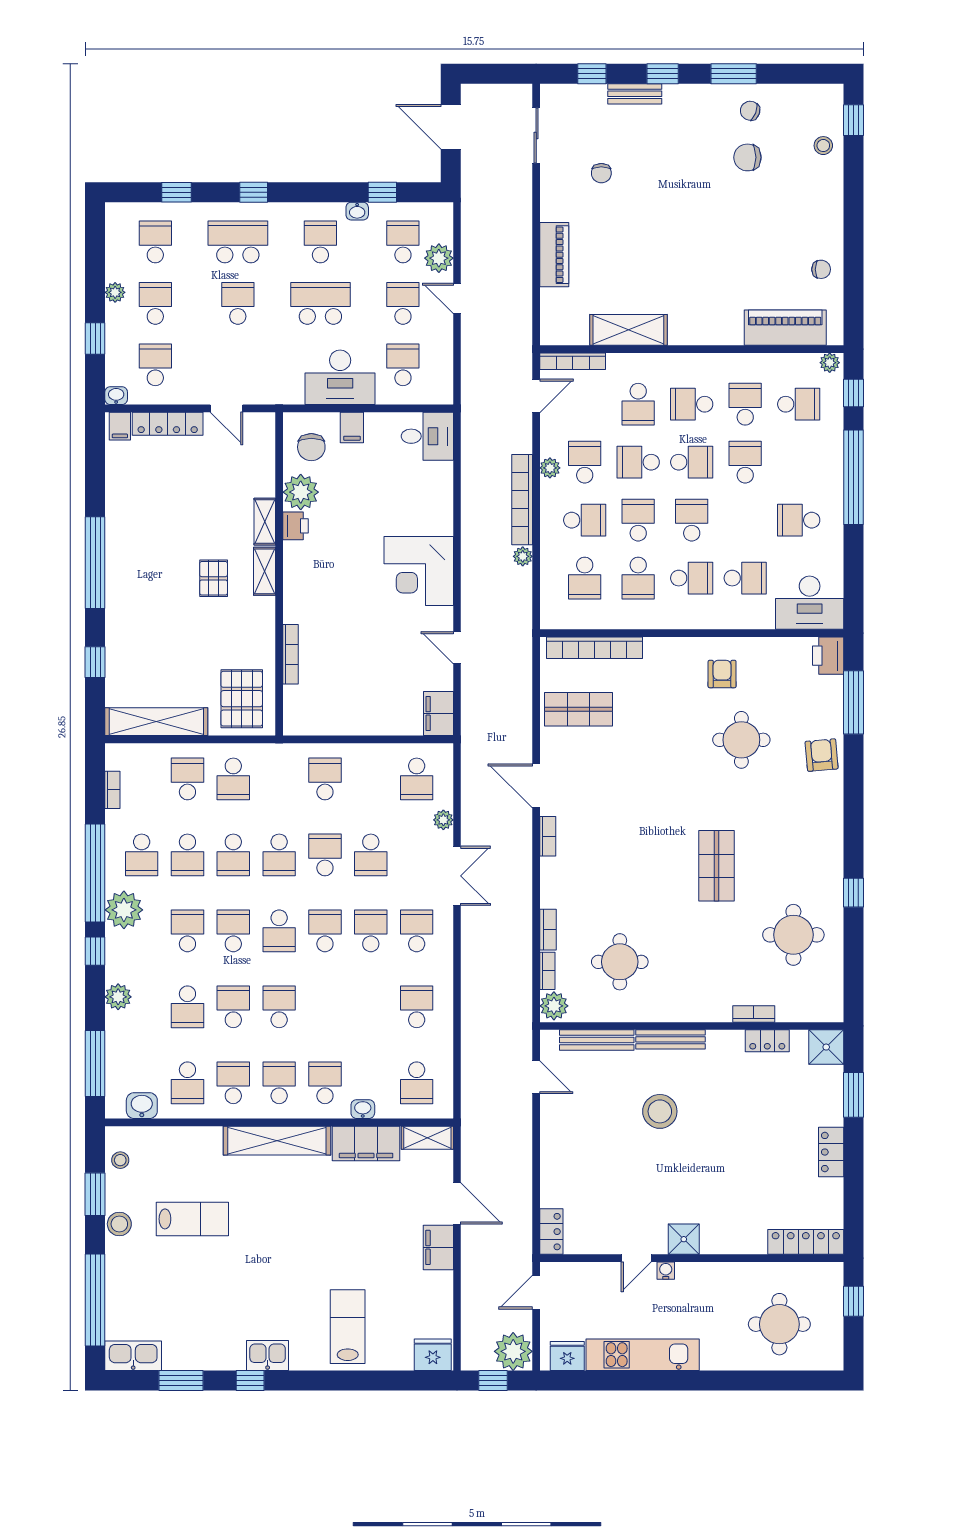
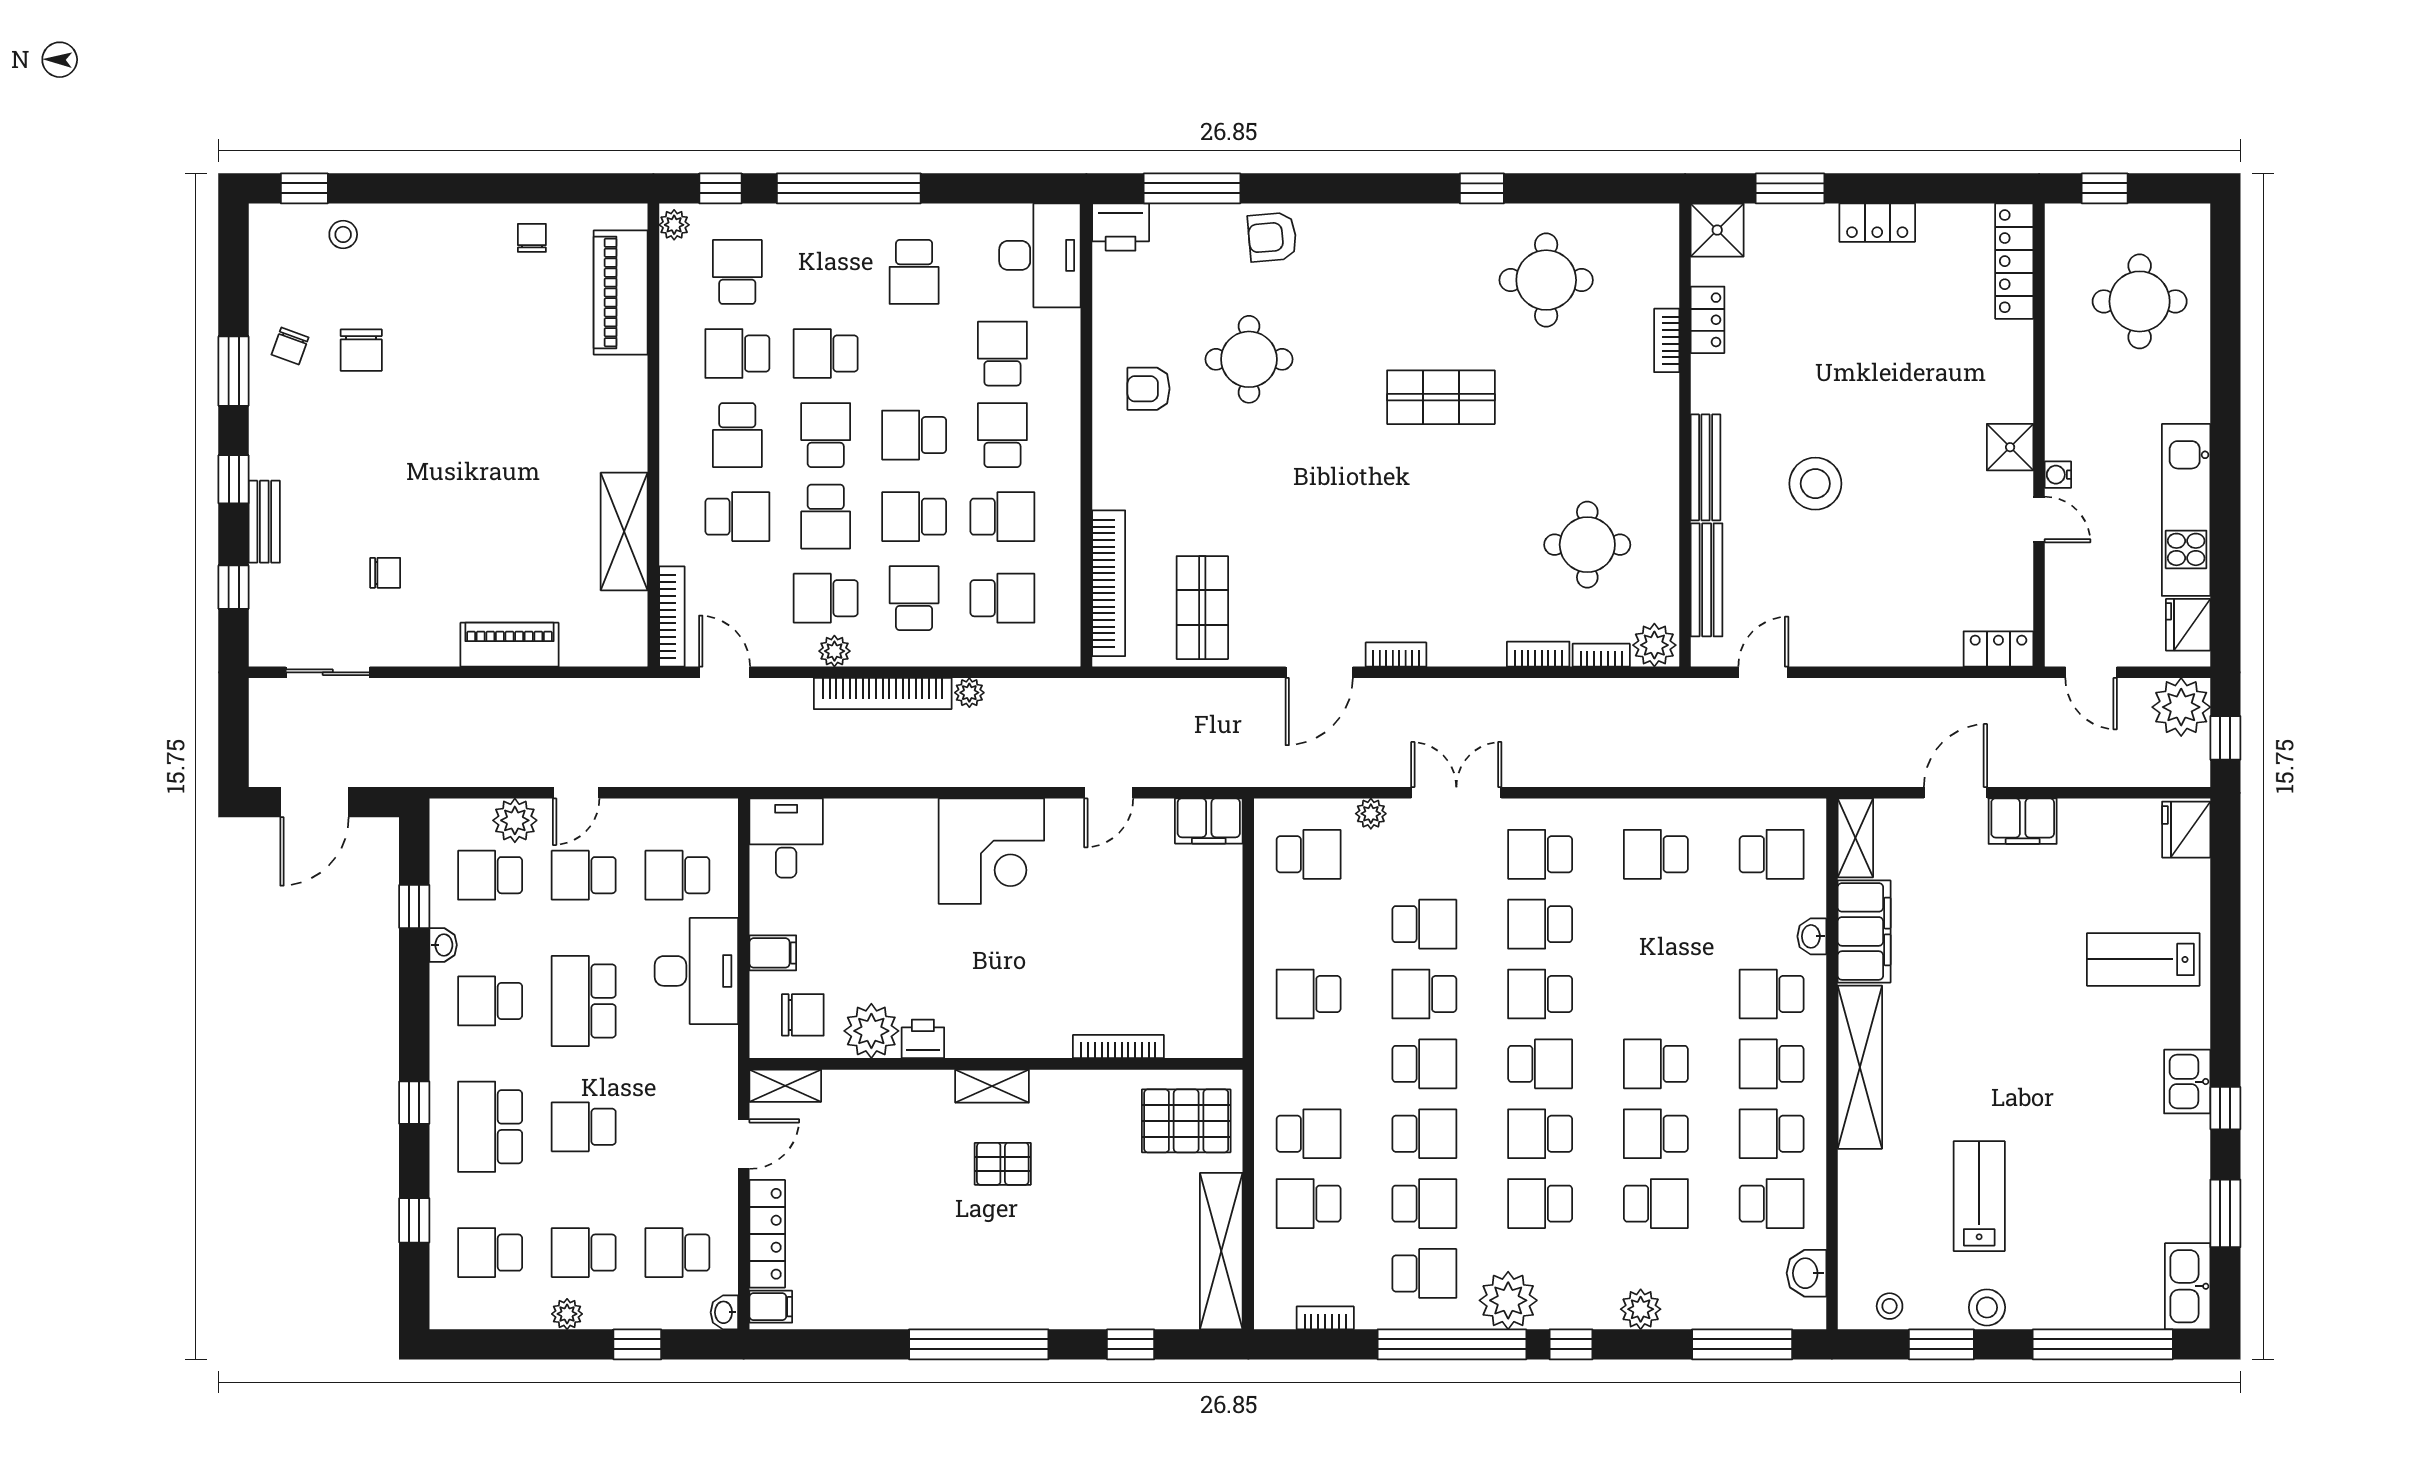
shelving: (265, 522) -> (785, 1086), moved

